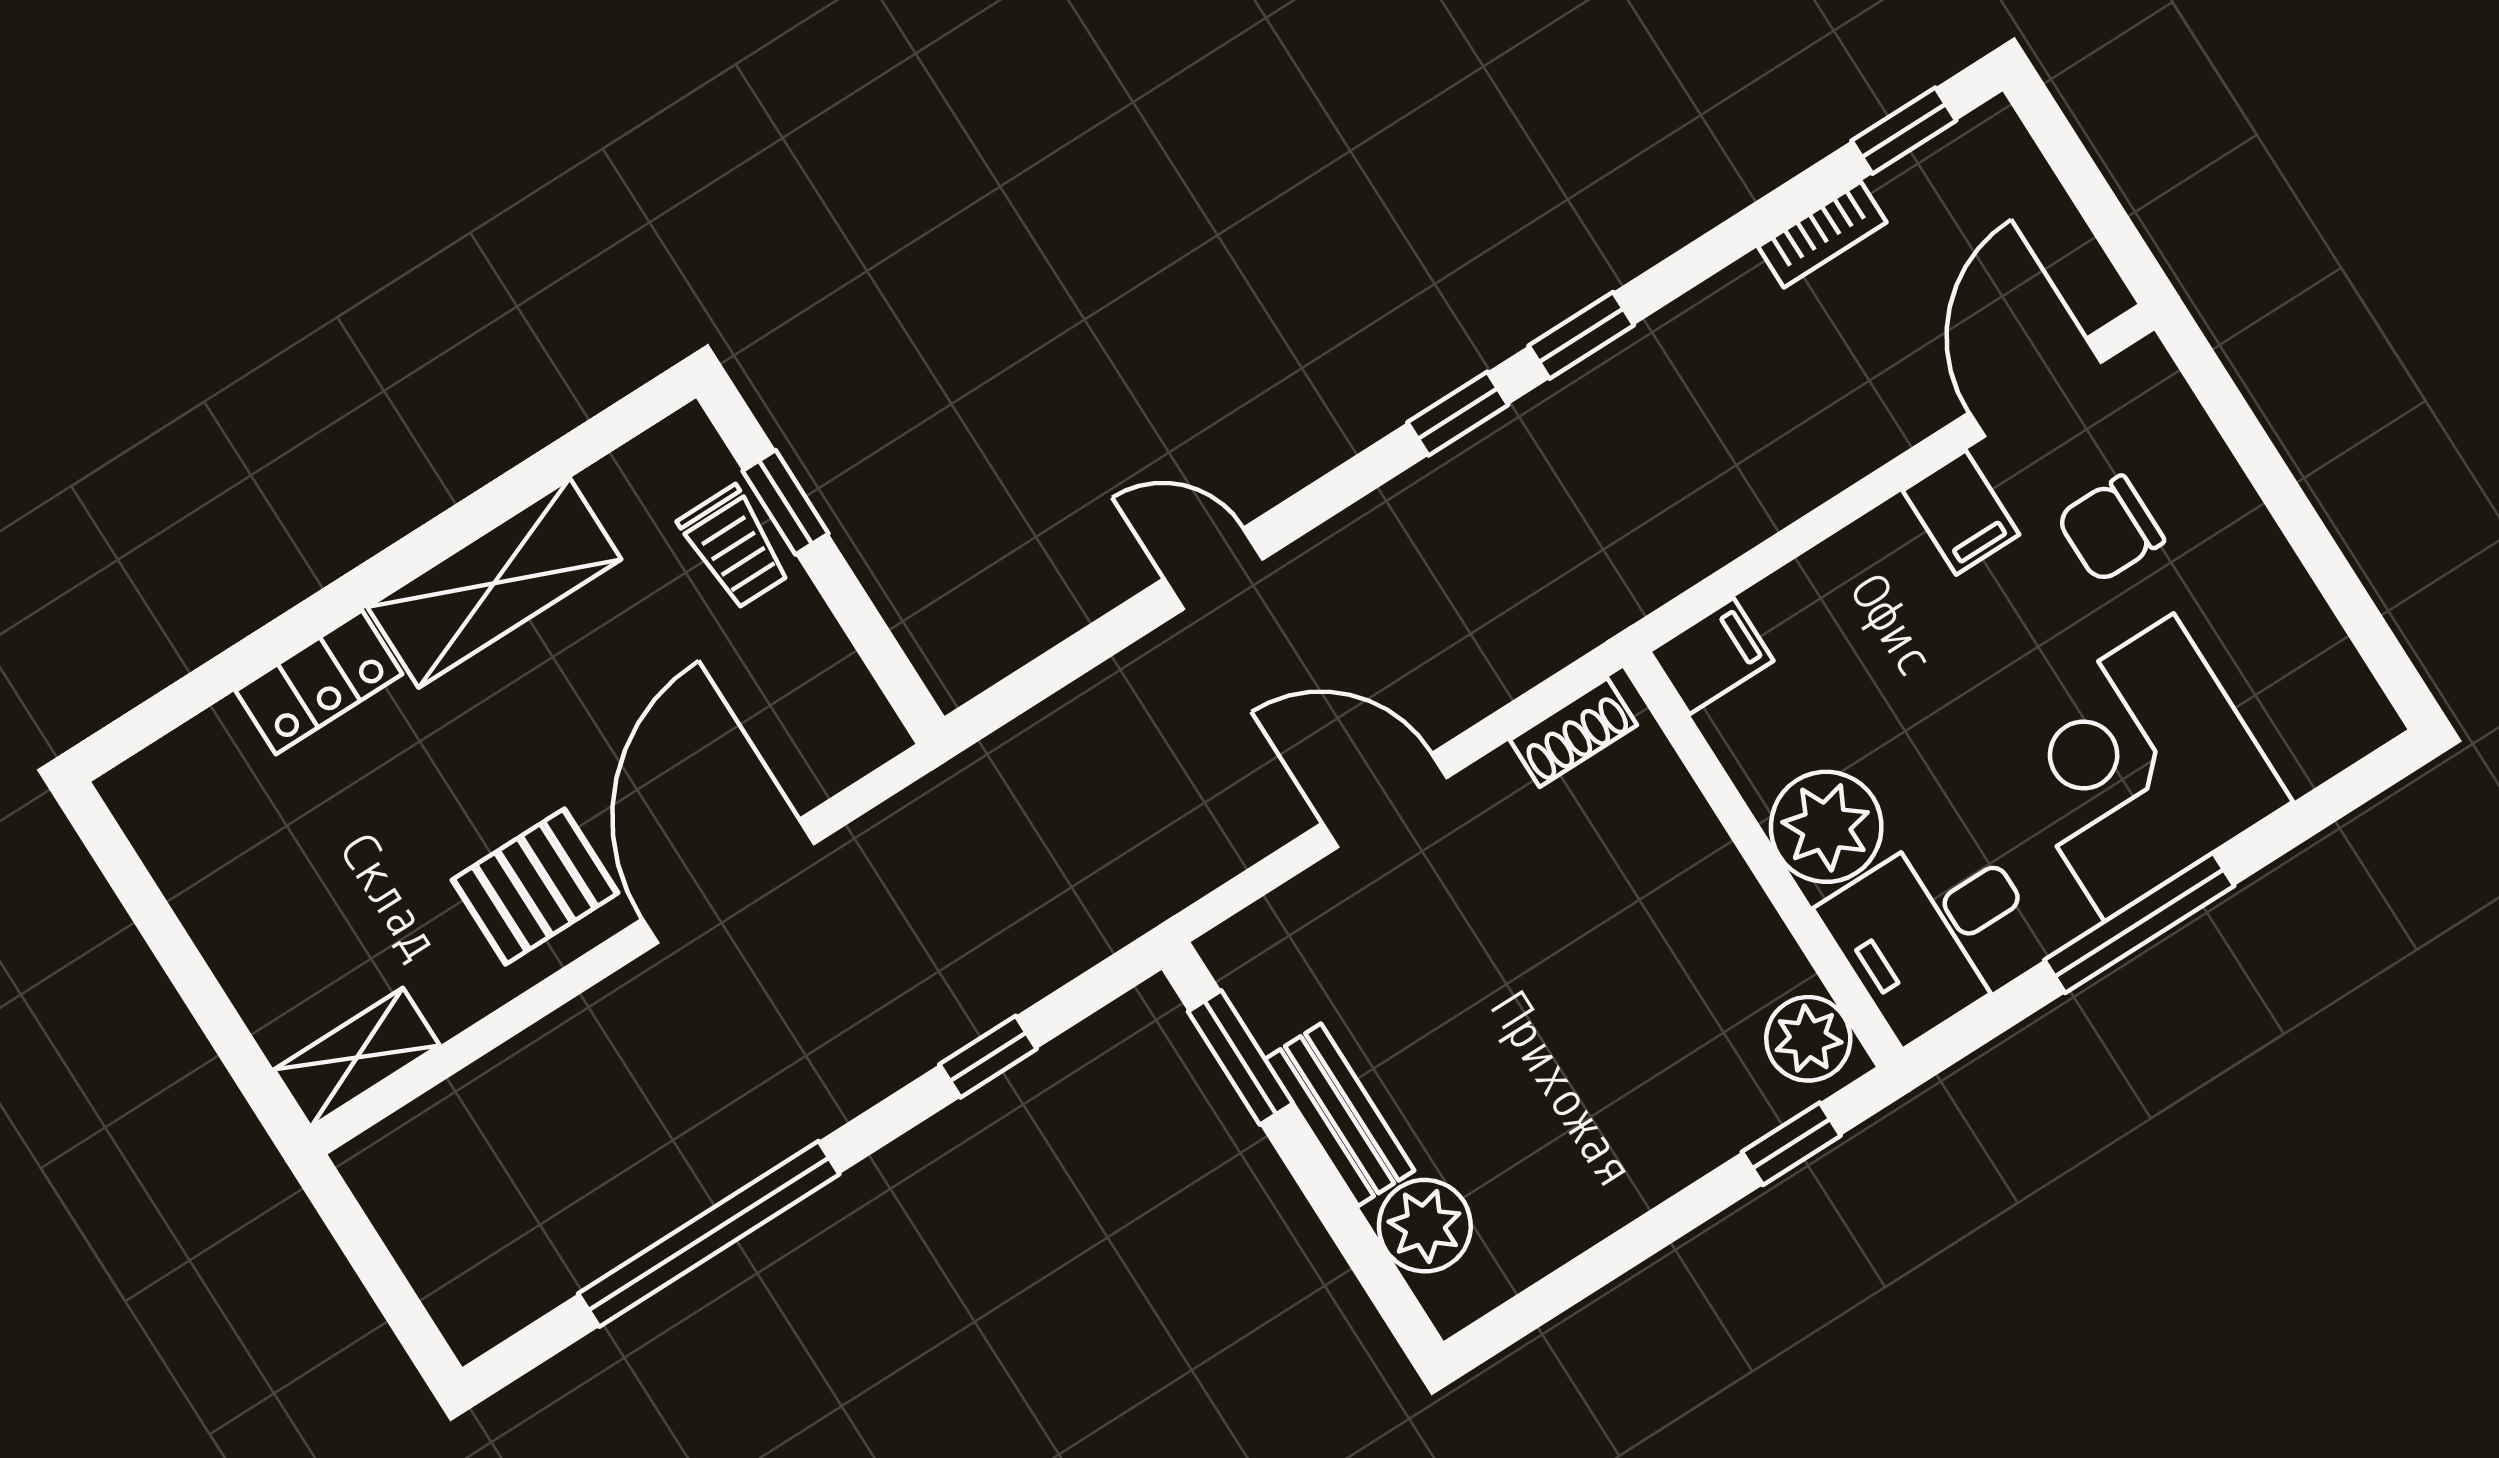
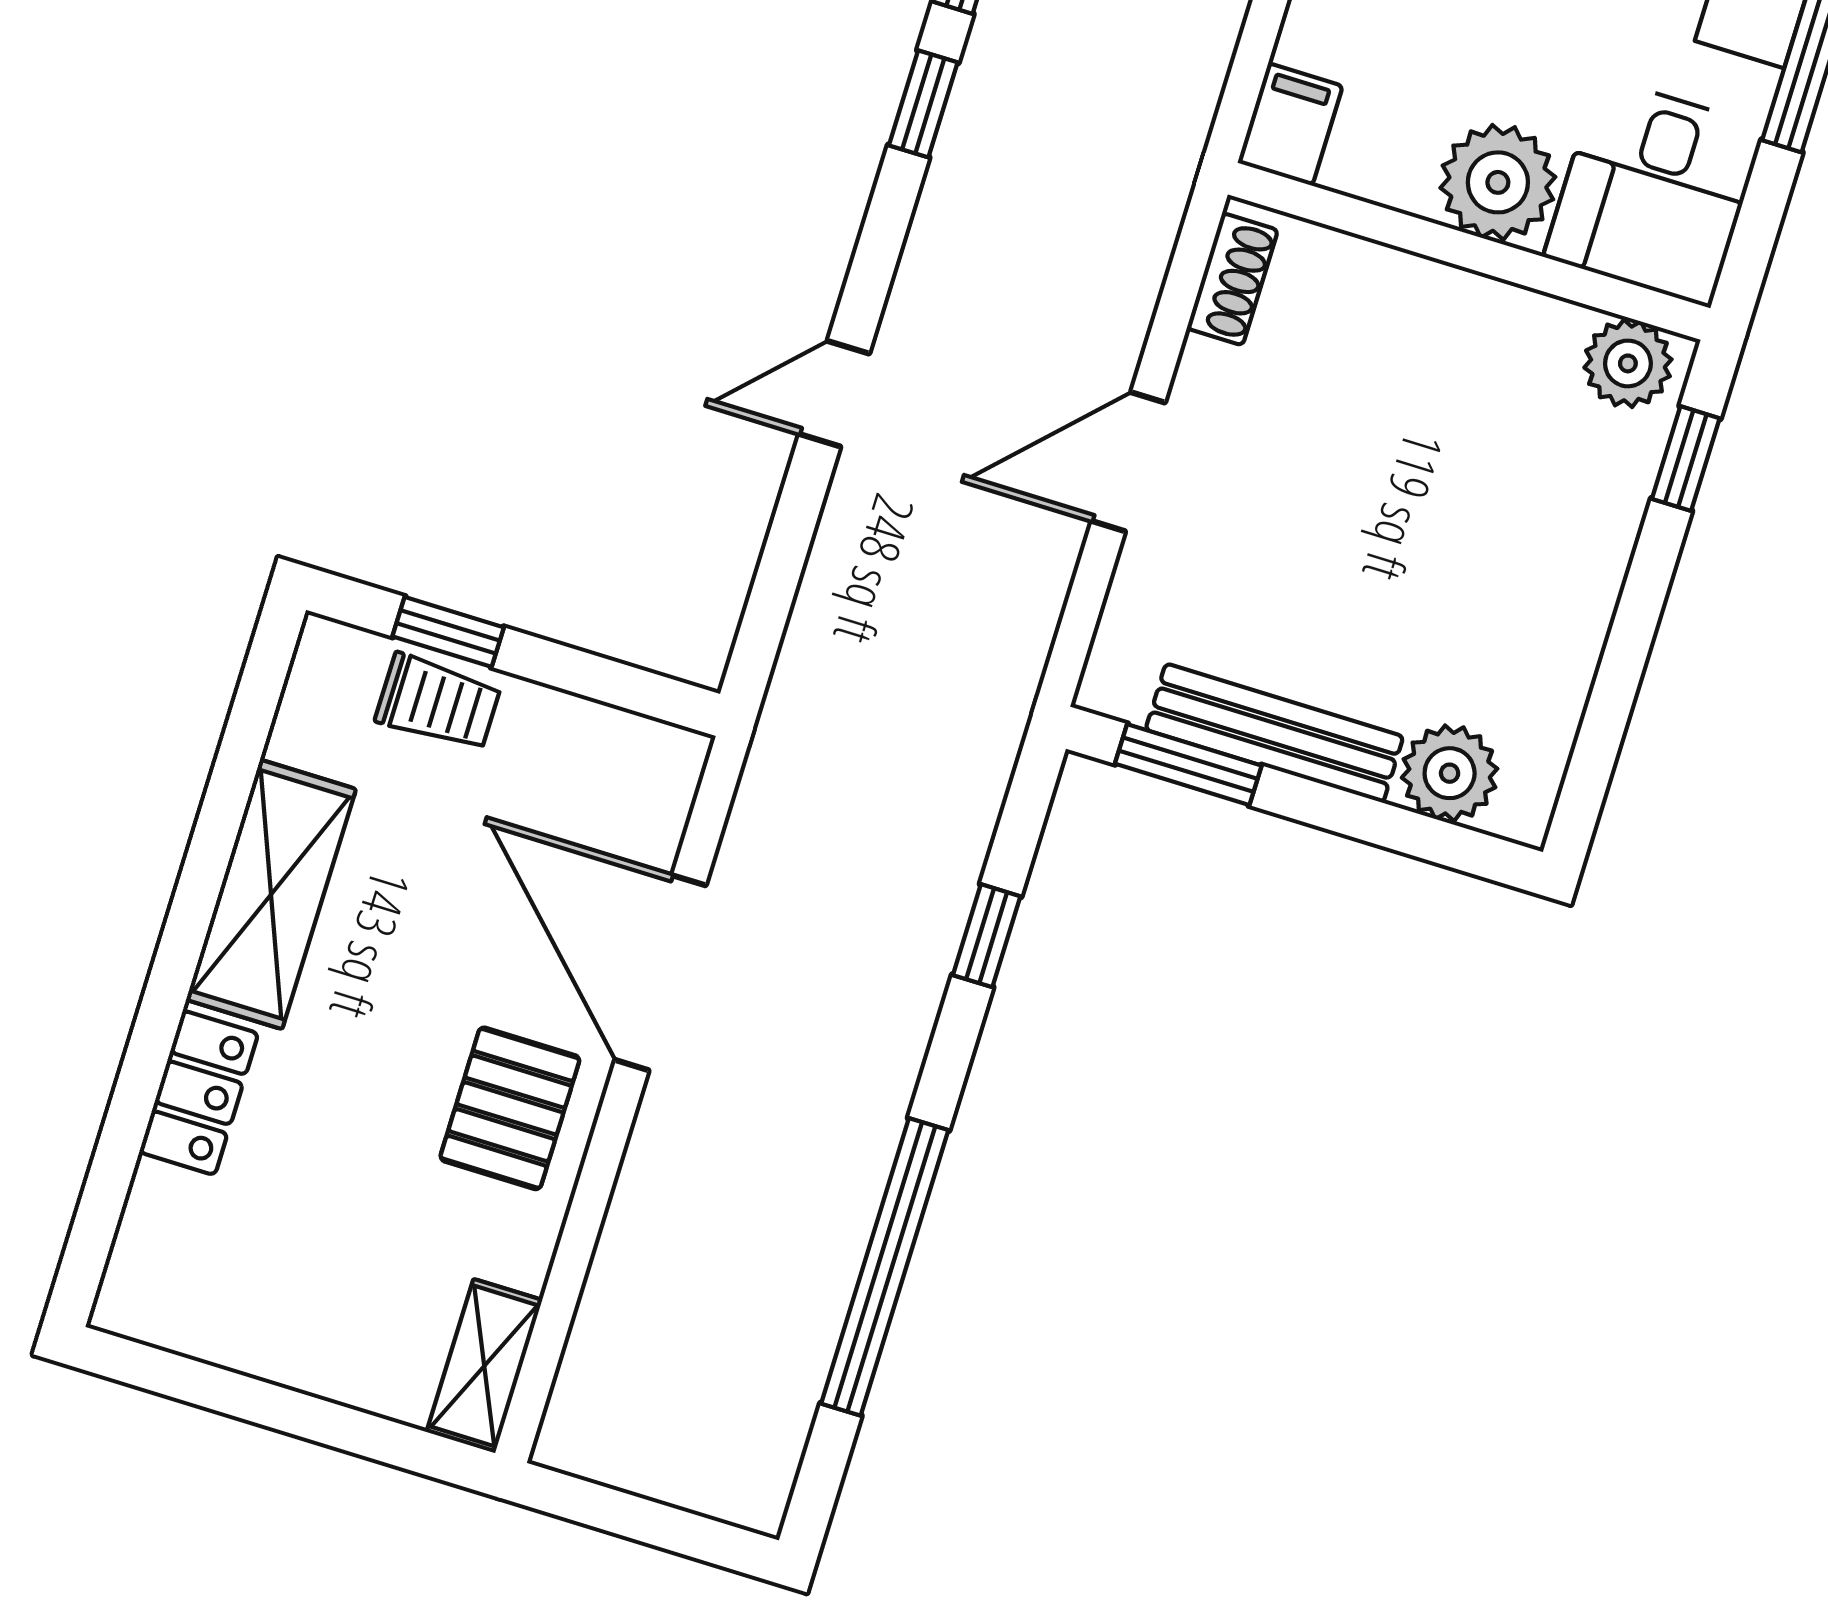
bench: (1340, 1115) -> (1274, 733), width x1.36

